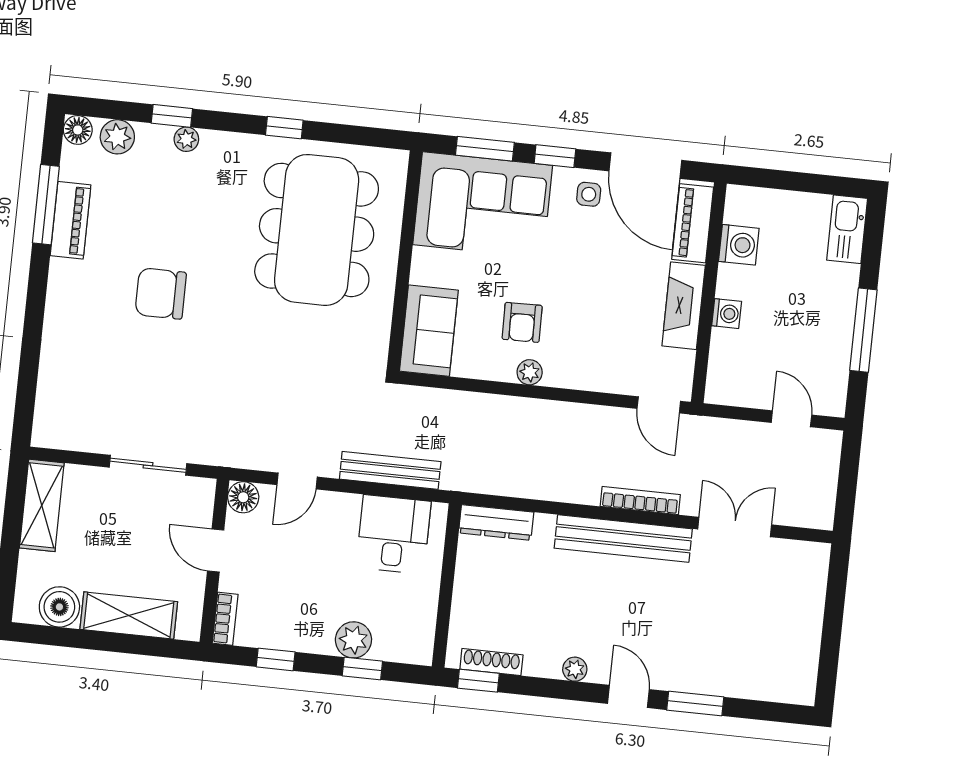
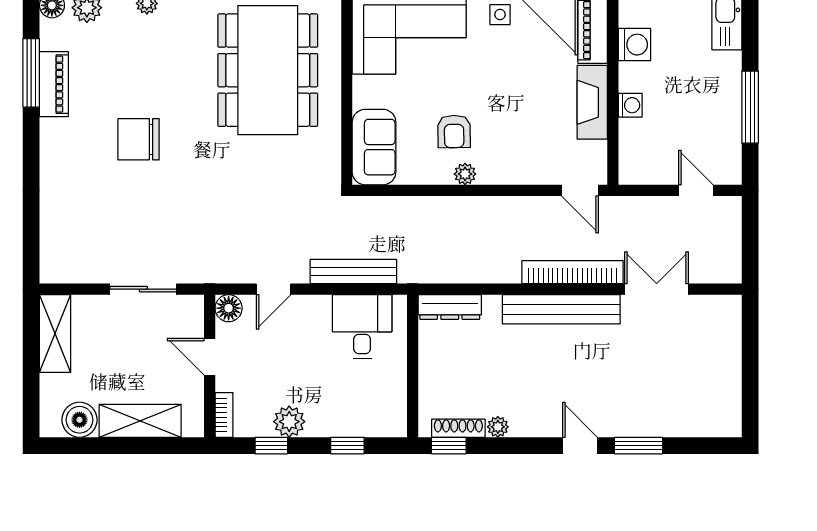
bookcase: (640, 501) -> (572, 272), width x1.48, depth x1.31
plant: (353, 640) -> (289, 422), moved
plant: (575, 669) -> (498, 427), moved

